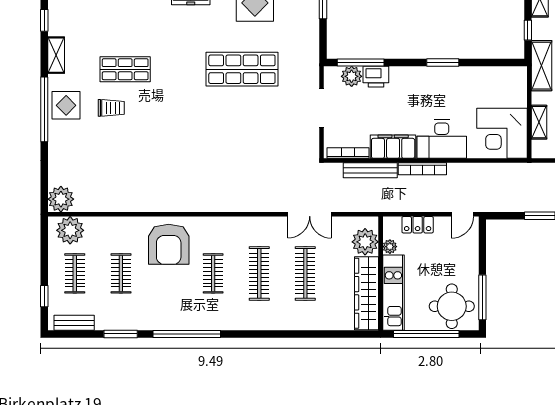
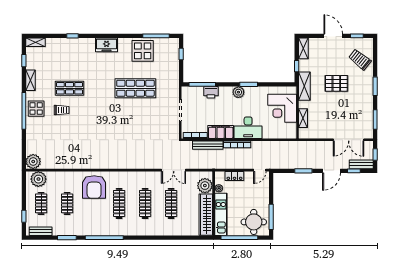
plant: (352, 76) -> (238, 92), moved
corner desk: (502, 133) -> (282, 108), moved
clothes rail: (213, 273) -> (119, 203), width x1.36

